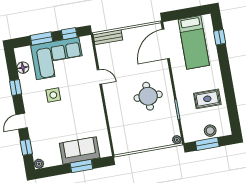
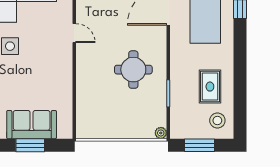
rug: (207, 99) -> (210, 87), turned 90
stool: (210, 131) -> (217, 121), moved

